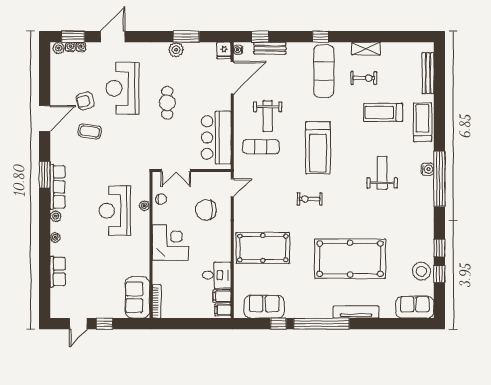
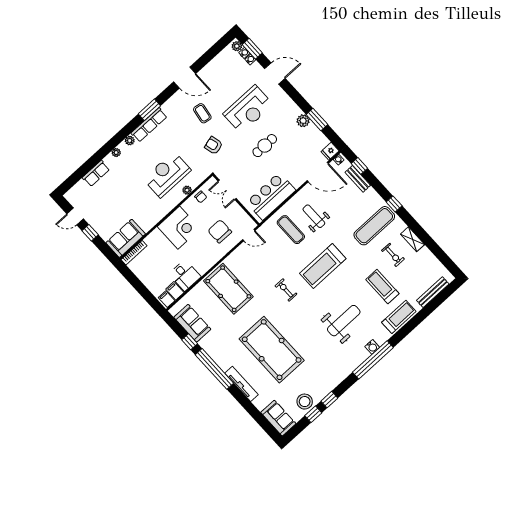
reception desk: (122, 88) -> (248, 109), turned 180
armchair: (85, 101) -> (214, 145), moved
weight bench: (268, 116) -> (314, 216), turned 90
weight bench: (382, 173) -> (344, 321), width x1.36, depth x1.33

